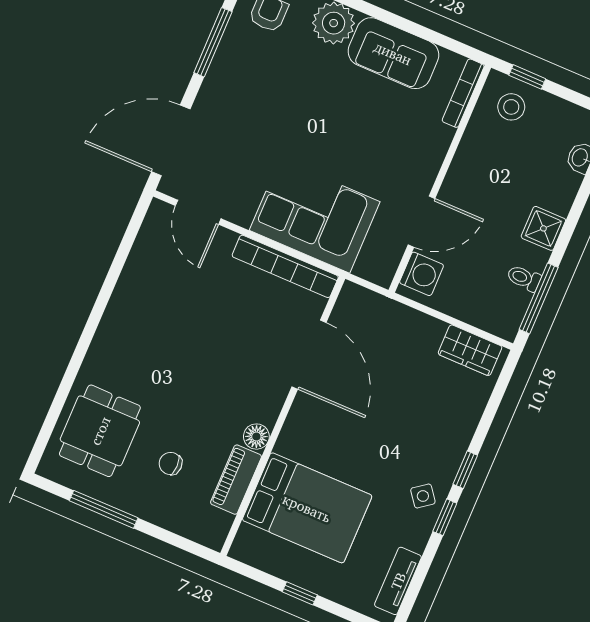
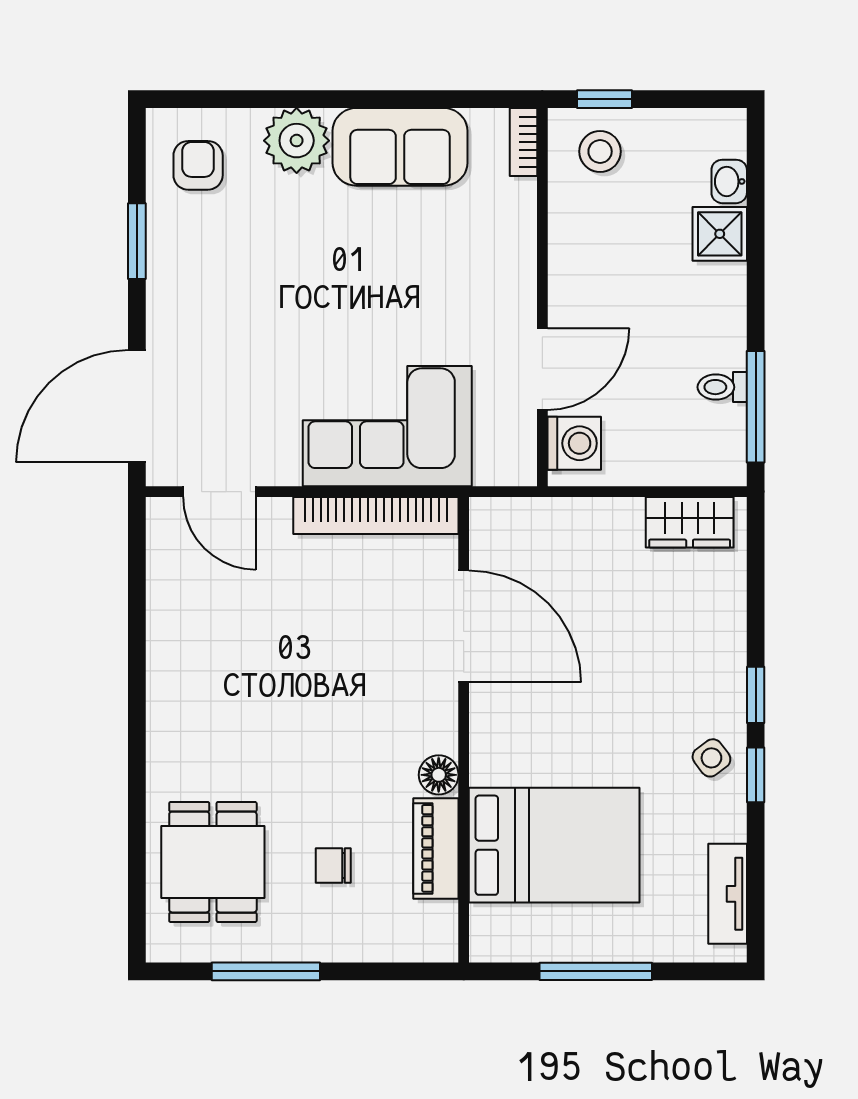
window: (213, 42) -> (137, 241), width x0.69
bookcase: (463, 93) -> (523, 142), width x0.64
shower: (543, 228) -> (720, 234), moved
window: (300, 593) -> (596, 971), width x2.17

